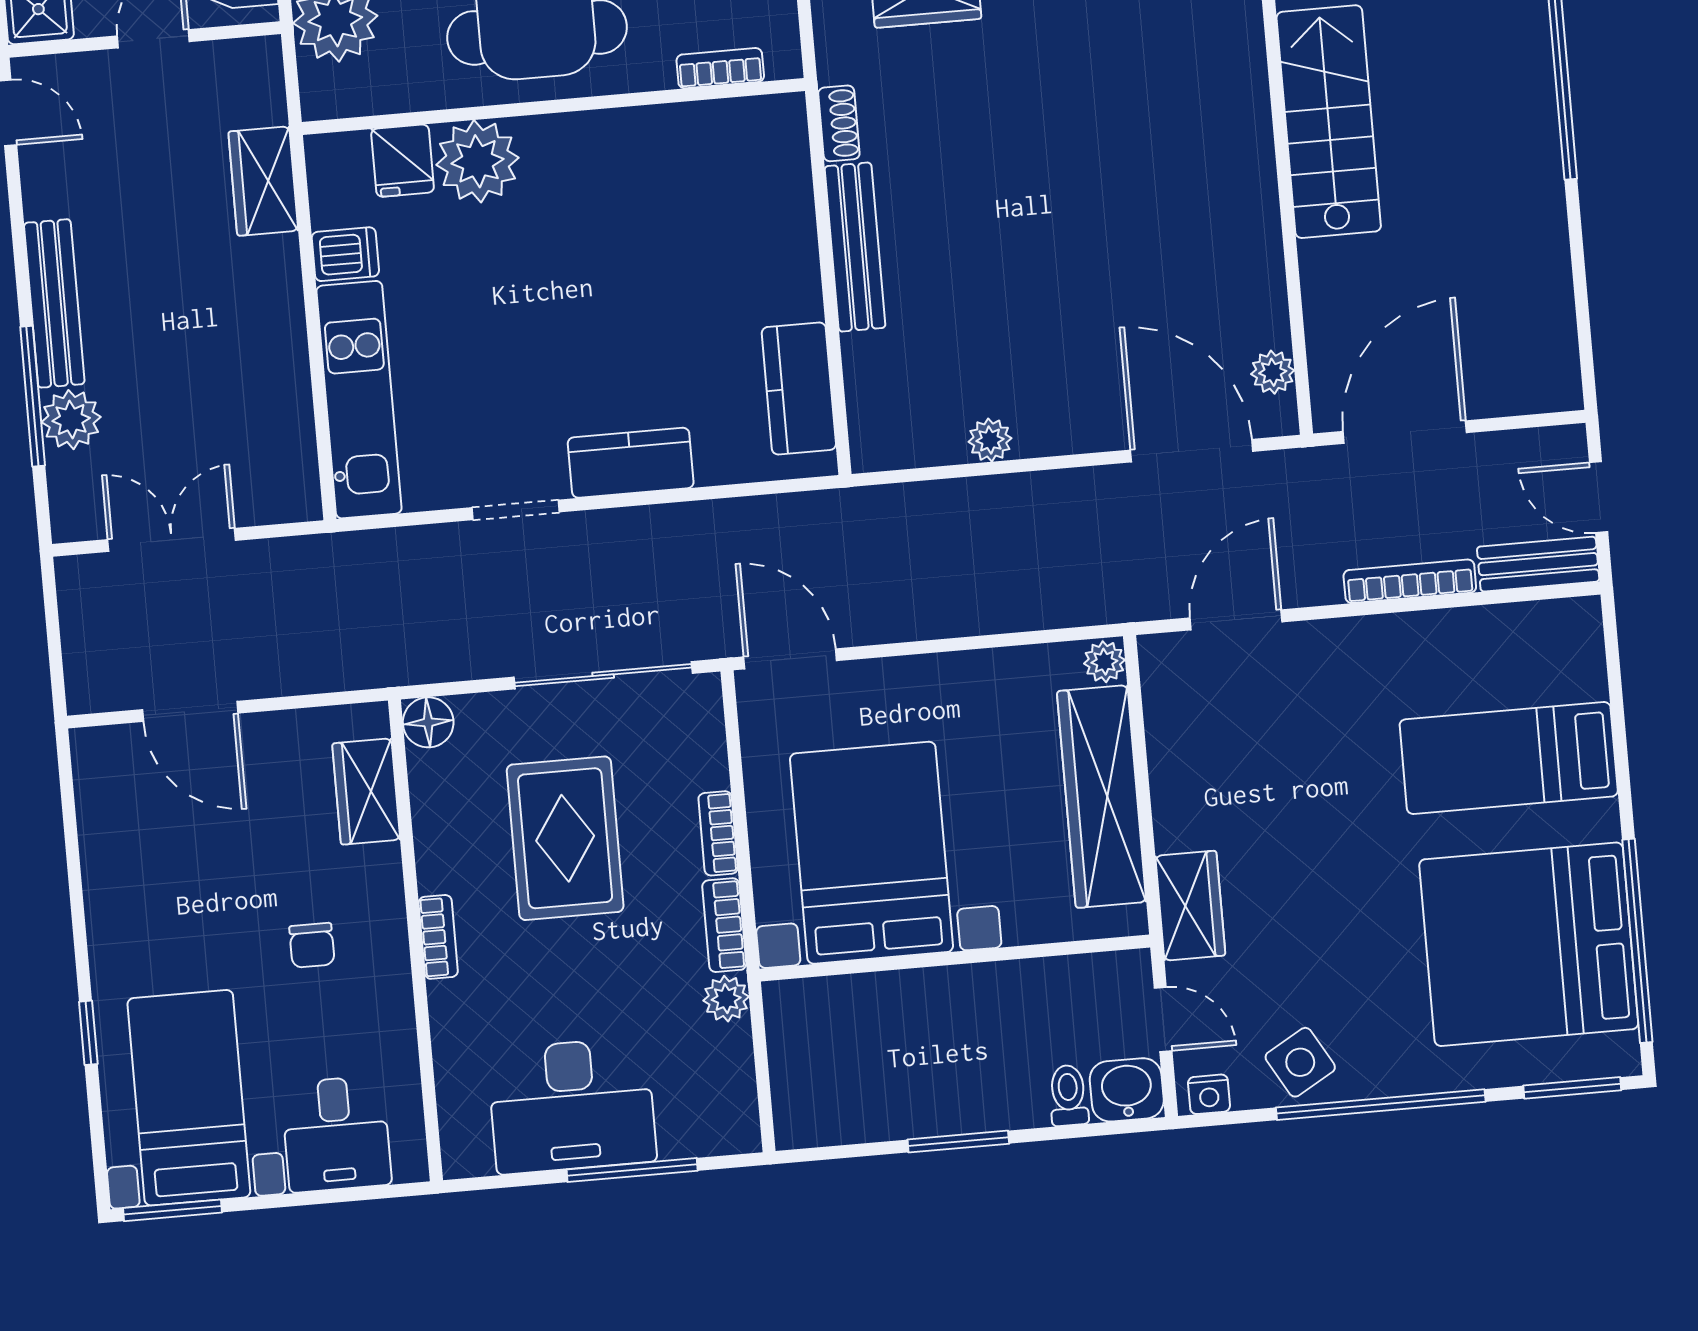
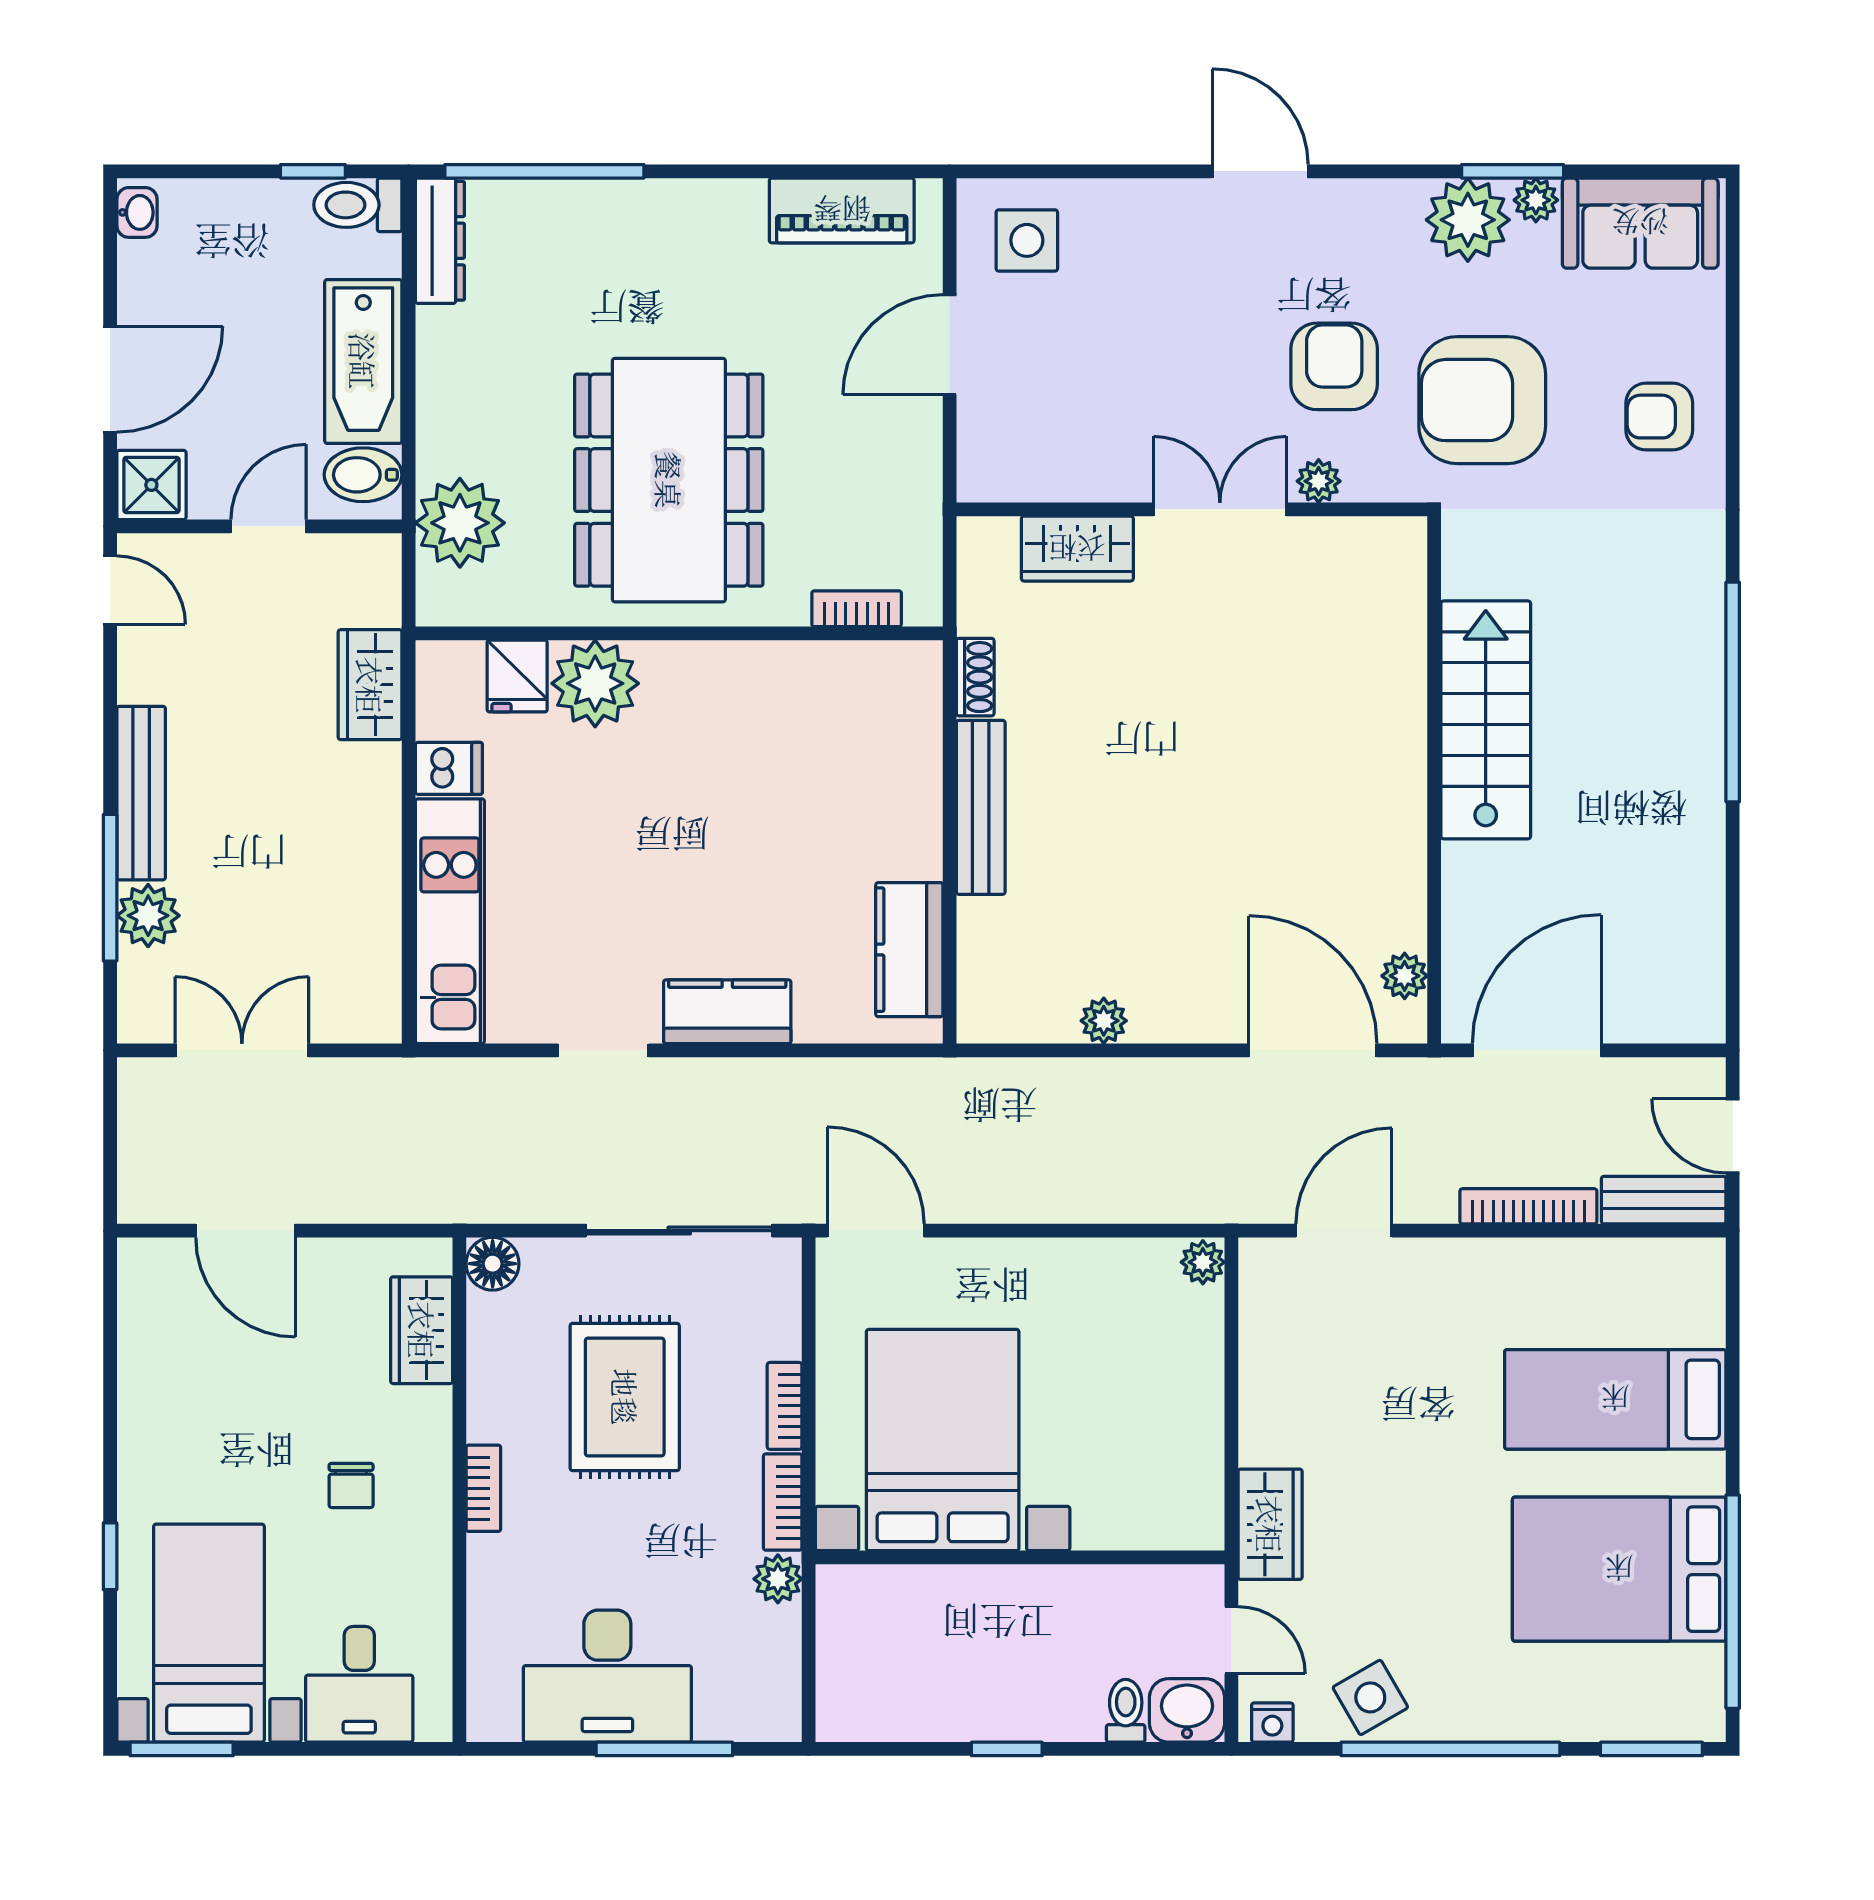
wardrobe: (1102, 797) -> (1188, 1402), removed
bed: (1529, 944) -> (1619, 1569), width x0.73
window: (958, 1142) -> (1007, 1749), width x0.67

